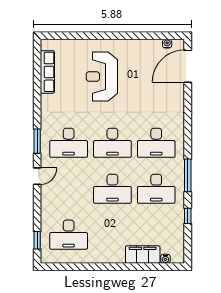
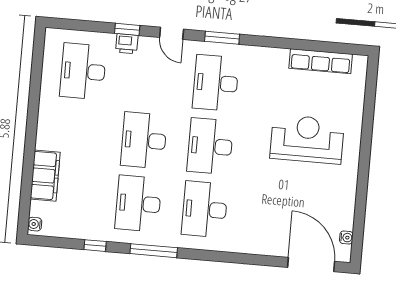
printer: (47, 206) -> (127, 44), added
window: (37, 240) -> (127, 29), moved
water cooler: (165, 259) -> (35, 224), moved

